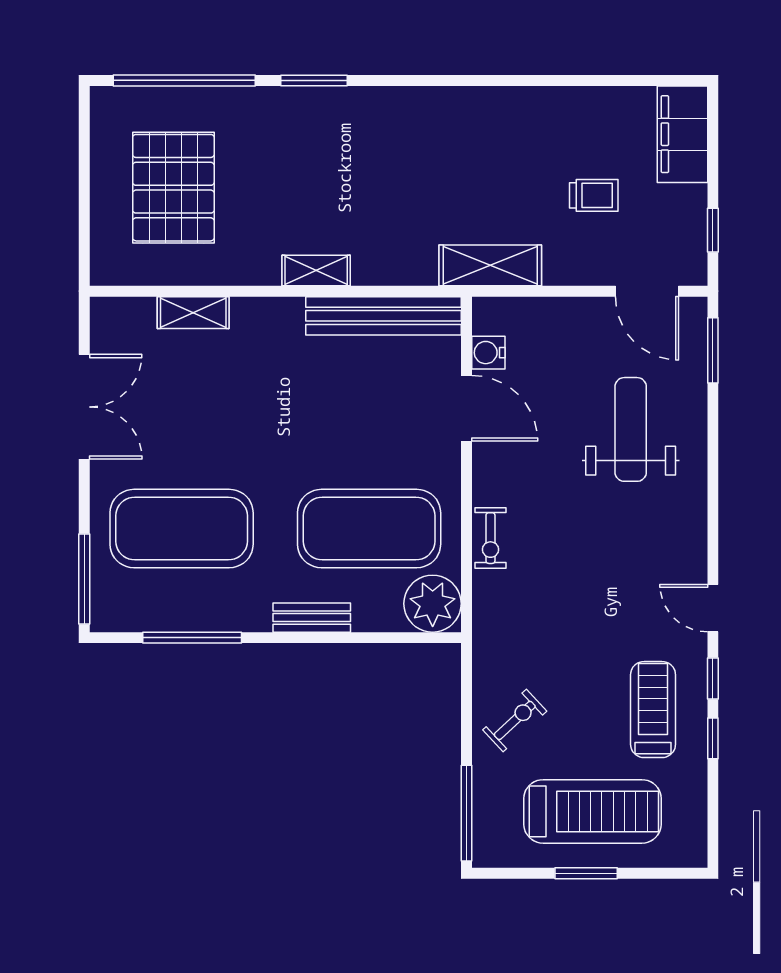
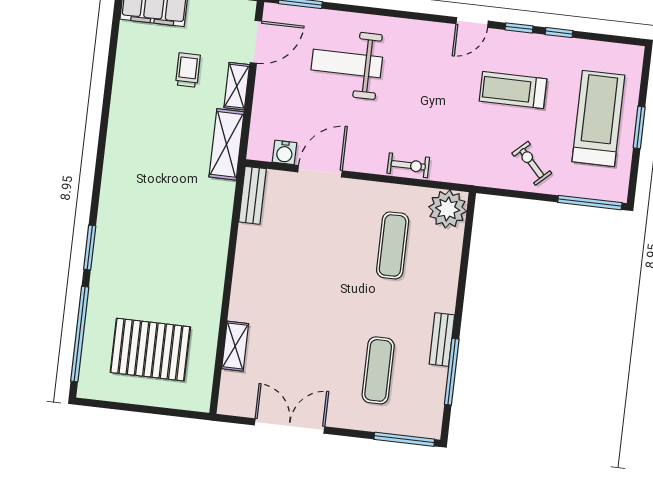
shelving: (316, 271) -> (237, 86), moved
bench: (383, 316) -> (252, 195), width x0.54, depth x0.82
exercise mat: (182, 529) -> (378, 370), width x0.50, depth x0.69
exercise mat: (369, 529) -> (393, 245), width x0.50, depth x0.69
bench: (312, 618) -> (442, 340), moved
treadmill: (653, 710) -> (513, 90), moved

